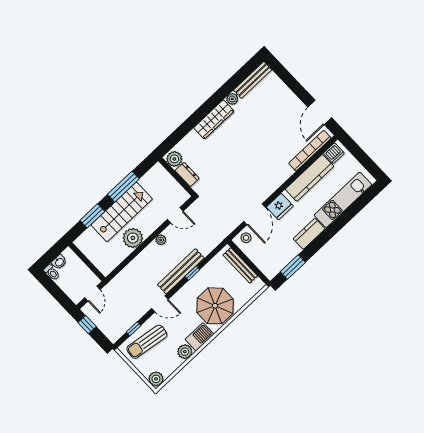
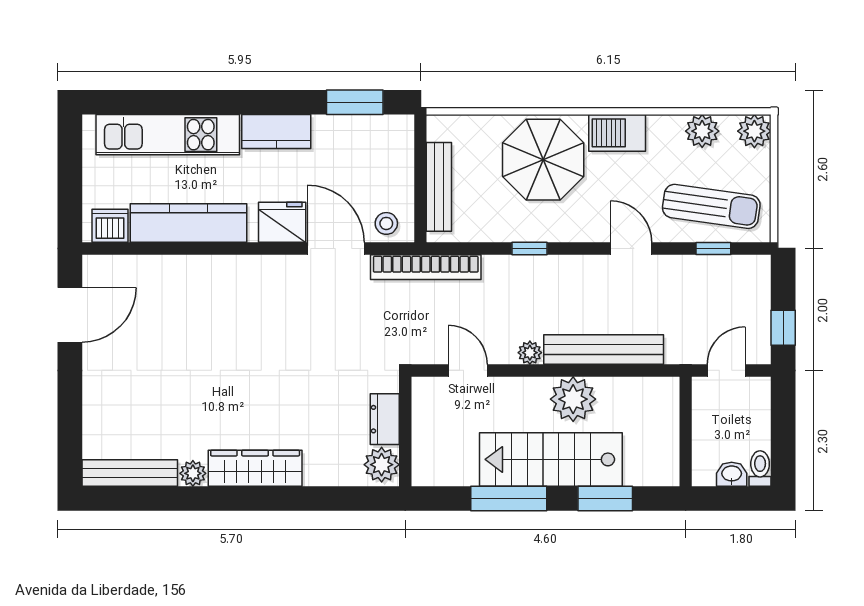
bookcase: (310, 151) -> (426, 267), moved
door: (255, 214) -> (336, 249), hinge flipped
bench: (181, 271) -> (604, 350), moved
plant: (185, 352) -> (702, 131), moved

